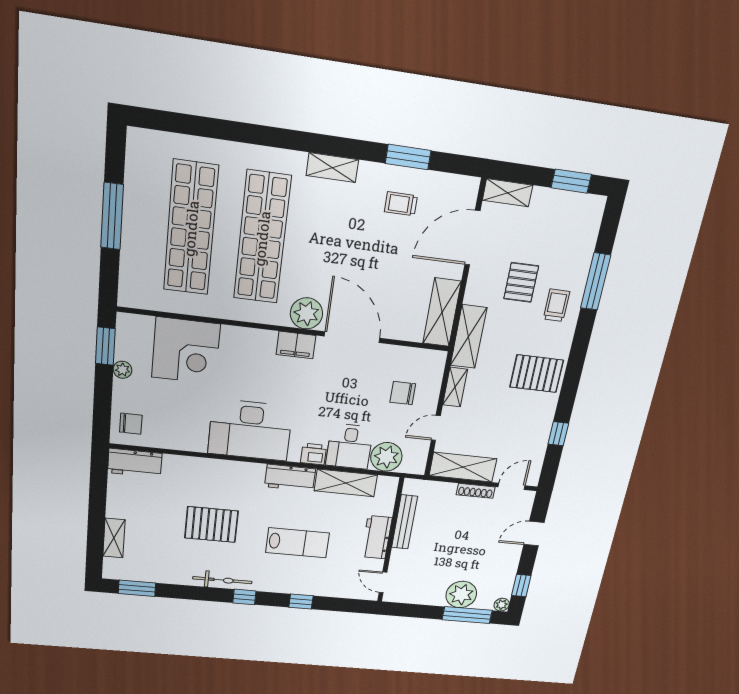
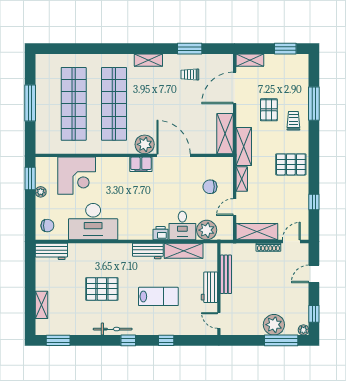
desk: (250, 430) -> (93, 222), moved

